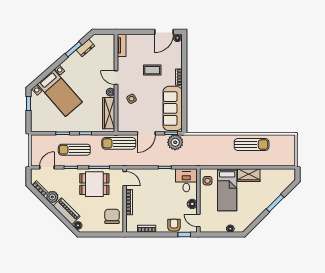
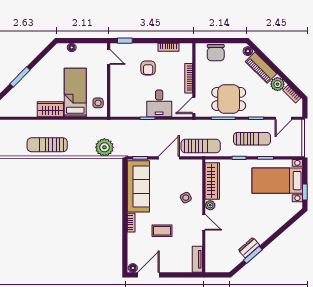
dresser: (85, 48) -> (249, 248), moved
bed with nightstands: (60, 93) -> (277, 181), moved, turned -49
plant: (175, 142) -> (104, 147), moved
door: (125, 179) -> (194, 105), hinge flipped
desk: (186, 180) -> (159, 103), moved
floor lamp: (192, 204) -> (116, 76), removed
chair: (112, 216) -> (216, 53), moved
armchair: (174, 225) -> (148, 68), moved

